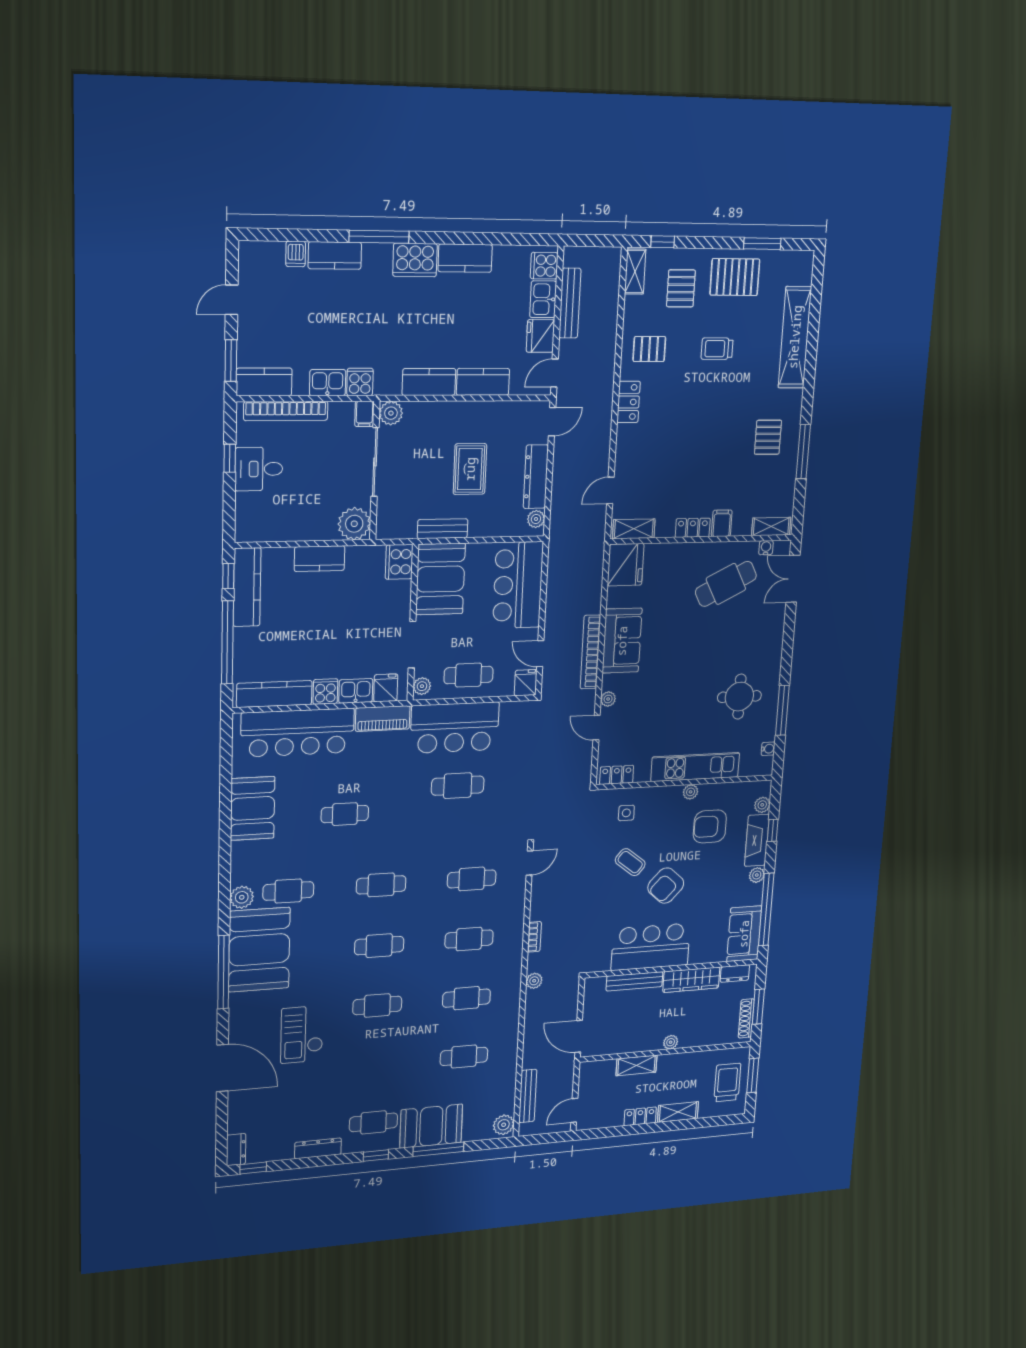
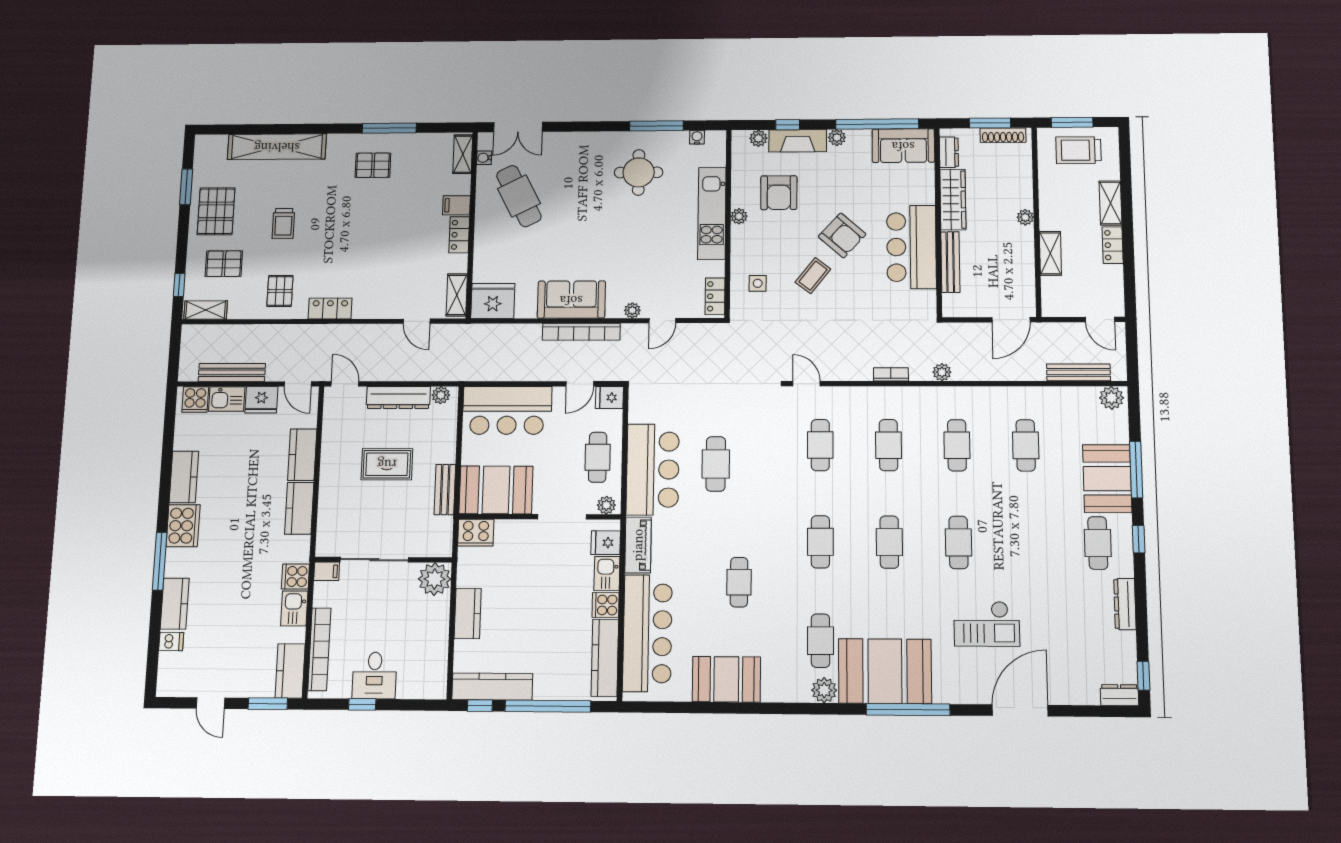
plant: (391, 413) -> (327, 545), removed

